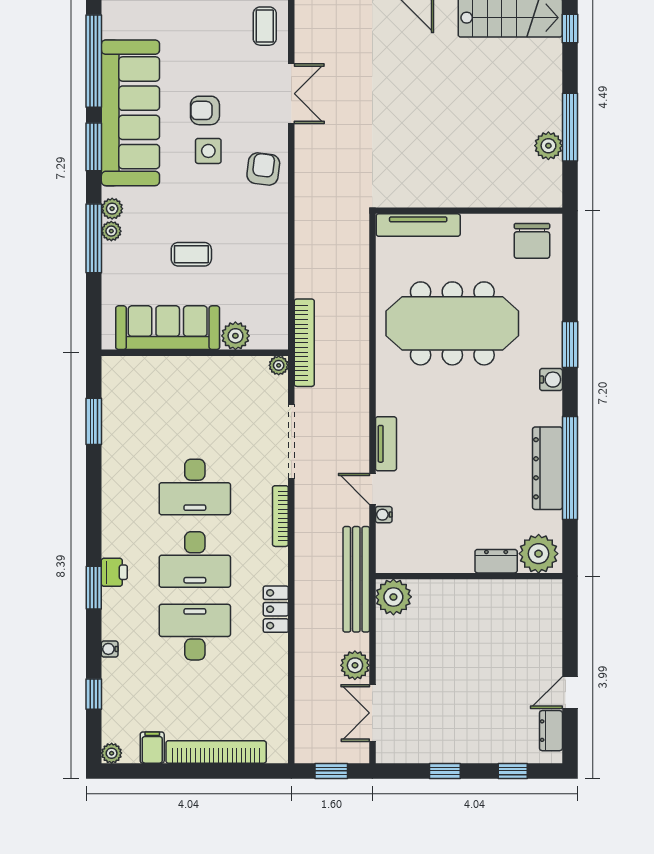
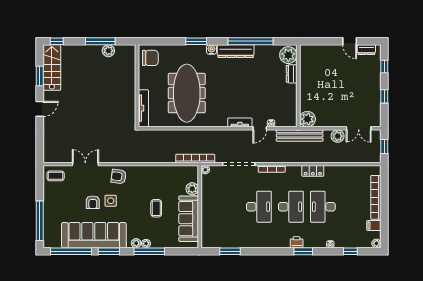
dresser: (547, 468) -> (236, 51), moved

